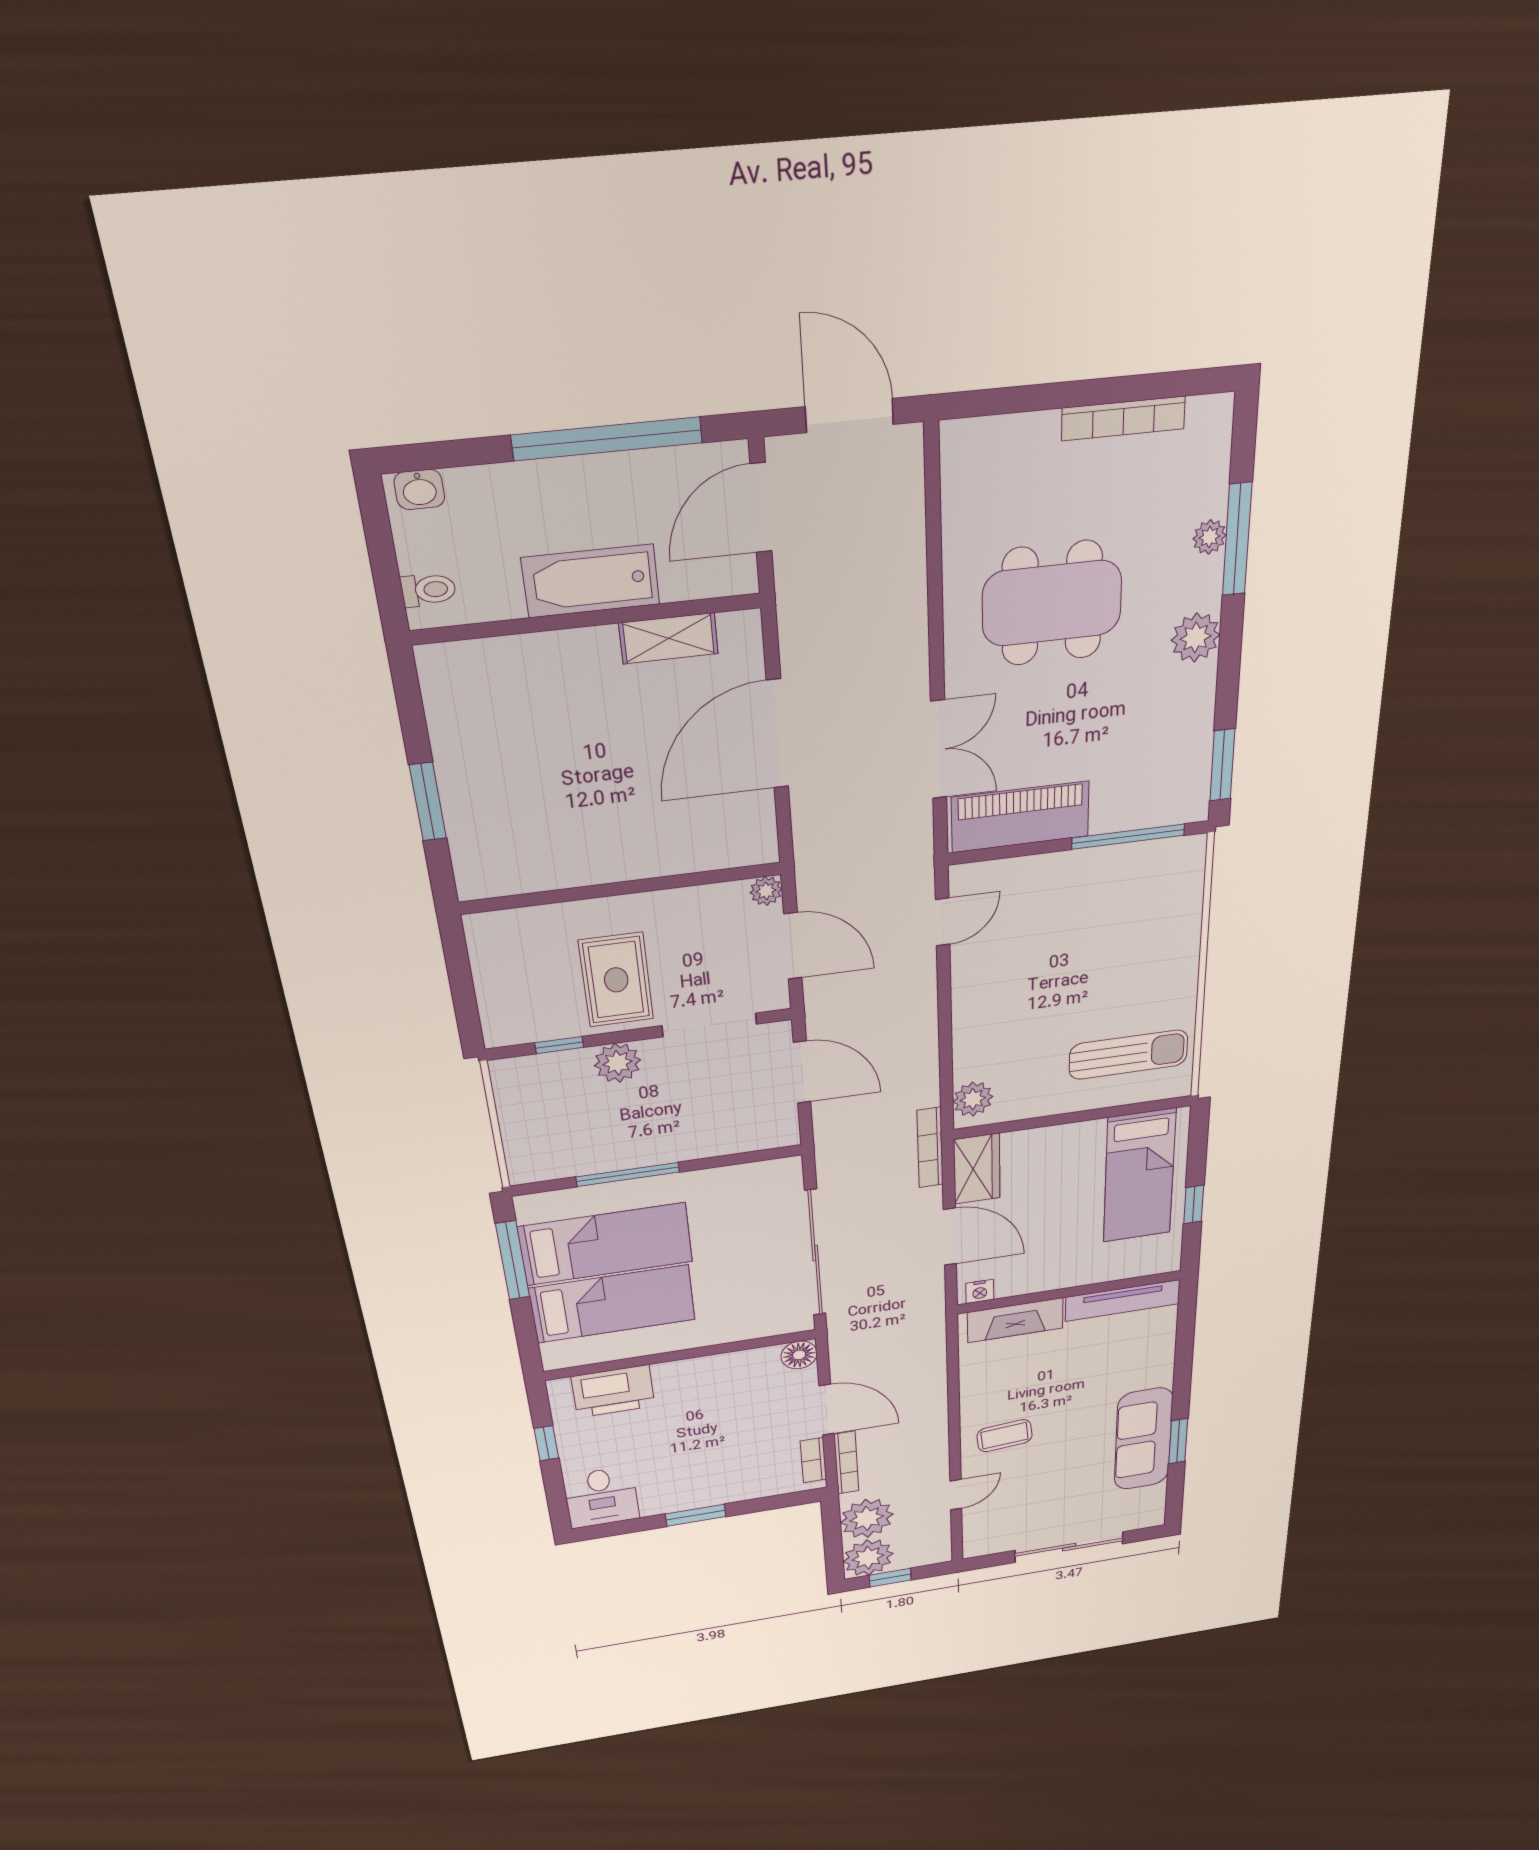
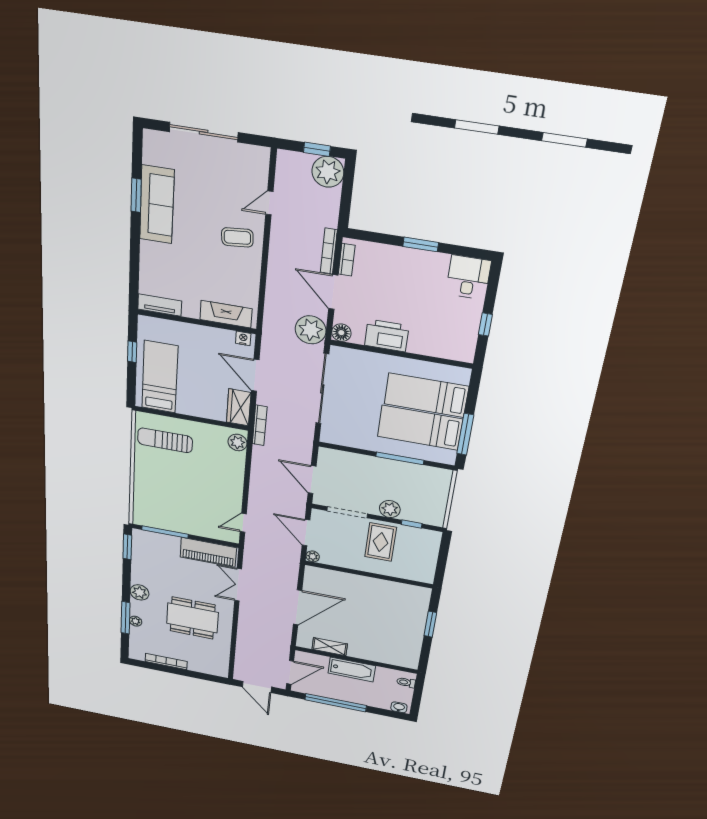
tv unit: (1123, 1300) -> (160, 305), width x0.71
printer: (613, 1391) -> (387, 335), moved
plant: (867, 1518) -> (311, 330), moved

